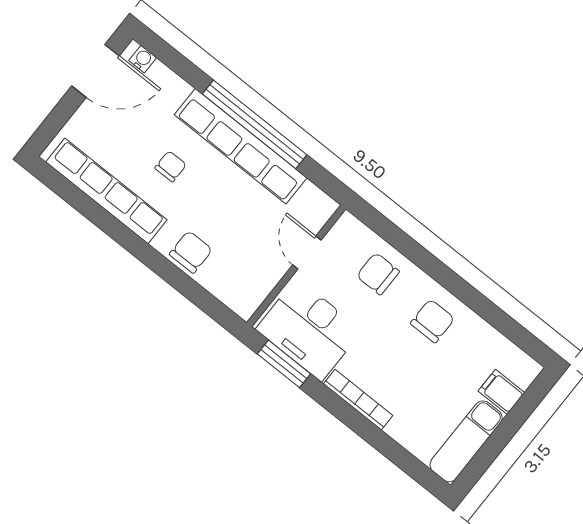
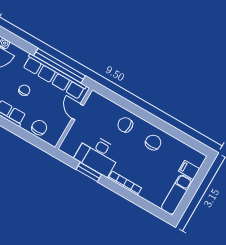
door: (307, 253) -> (78, 112), moved
wall: (296, 266) -> (74, 119), moved

